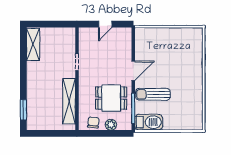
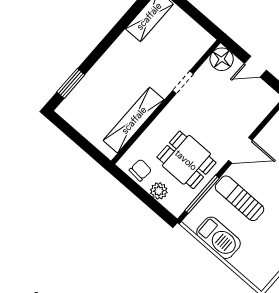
floor lamp: (86, 35) -> (222, 59), added
barbecue: (149, 122) -> (219, 238), moved

